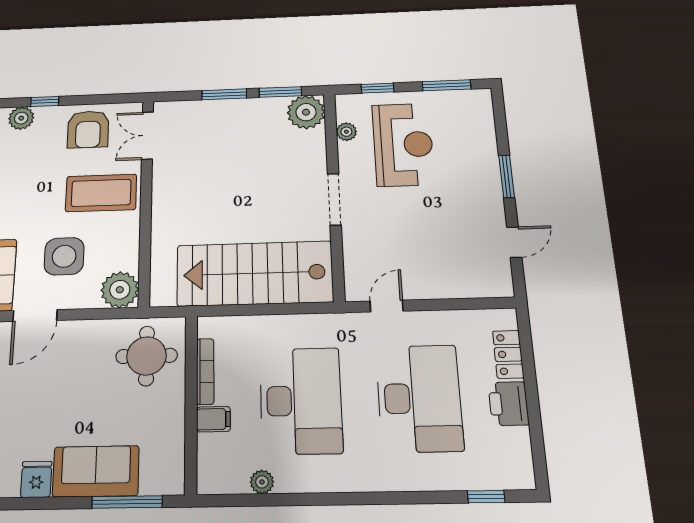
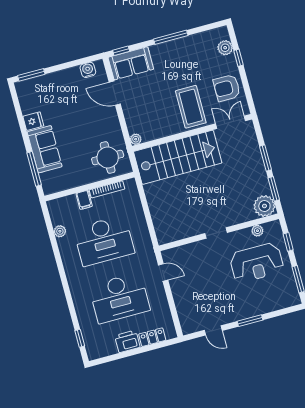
doorway: (334, 199) -> (216, 233), width x0.73
side table: (64, 256) -> (150, 98), removed
stairs: (255, 273) -> (178, 157), moved, turned 90
plant: (120, 290) -> (136, 139), width x0.53, depth x0.53

